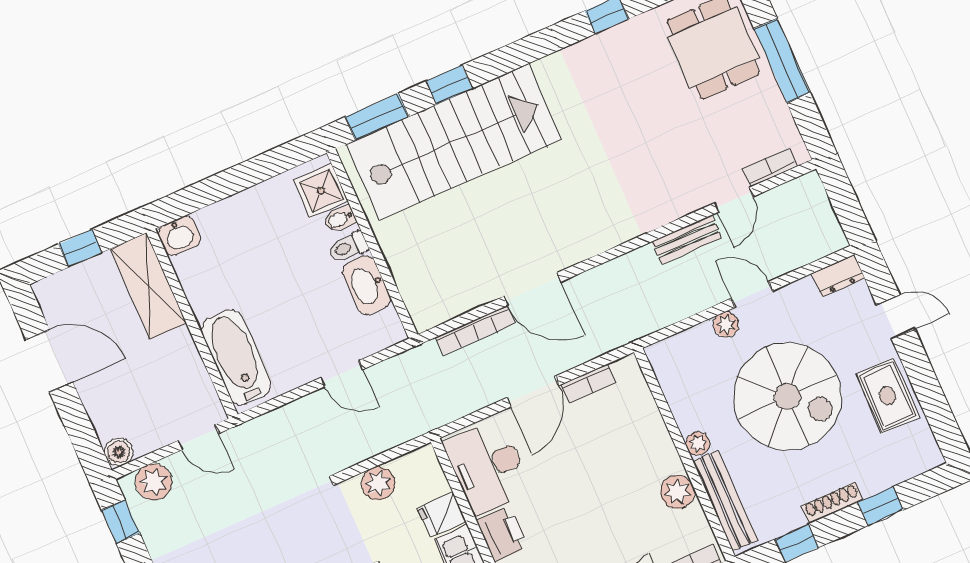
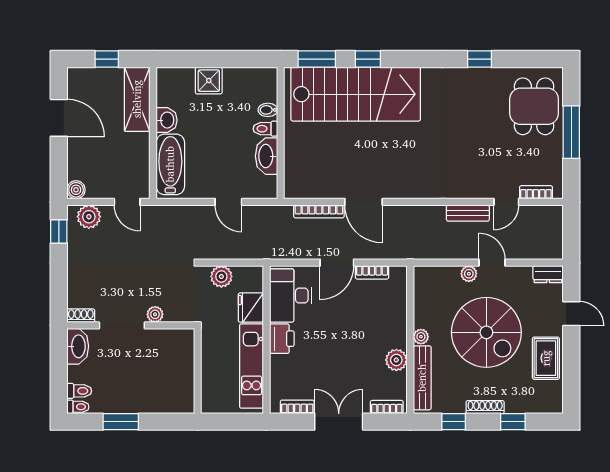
shower: (321, 191) -> (209, 81), moved
washbasin: (179, 236) -> (167, 120), moved, turned -90
fridge: (442, 515) -> (251, 308), width x1.38

